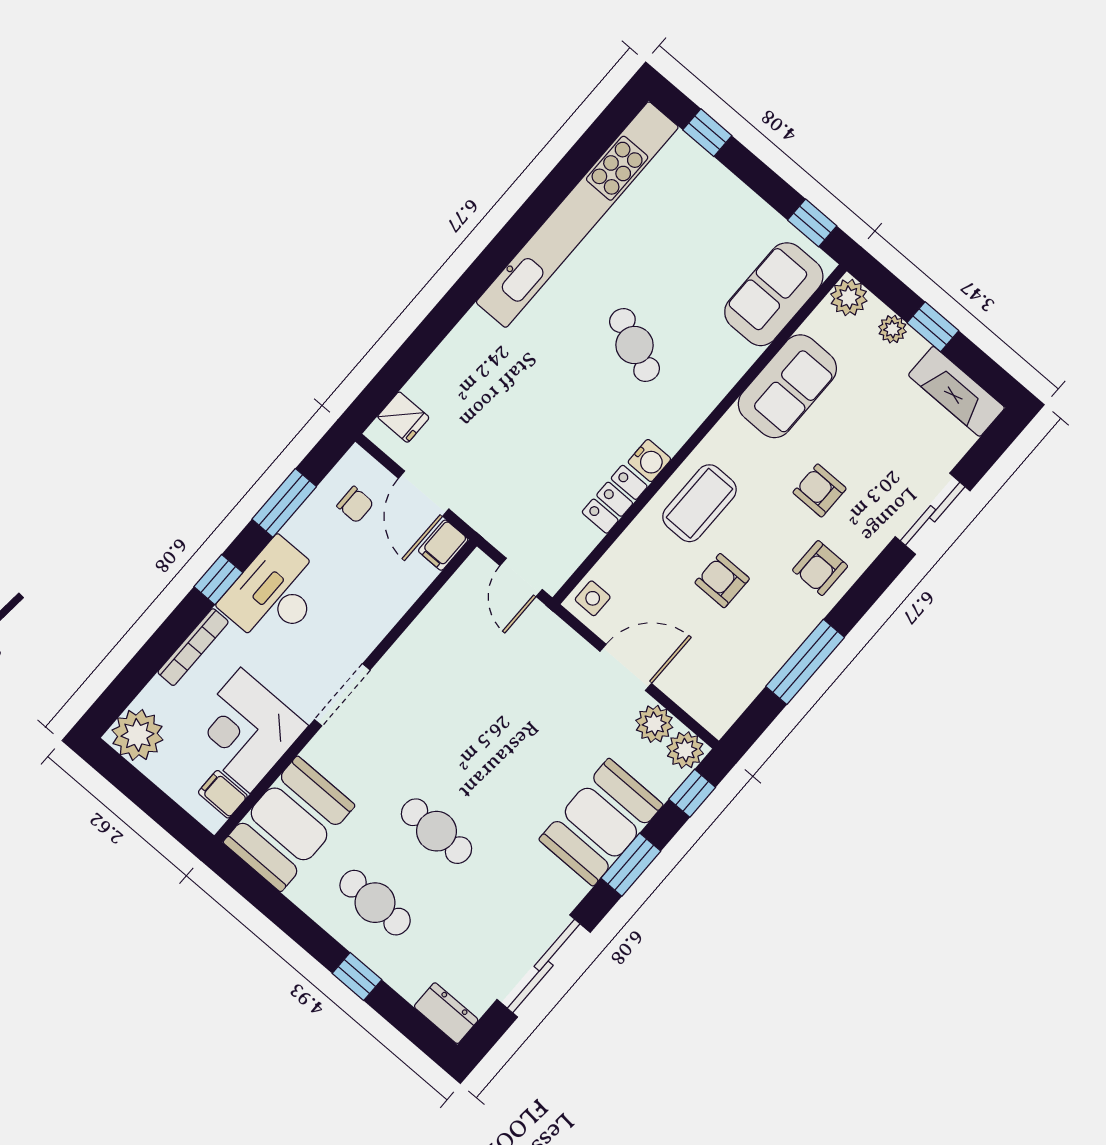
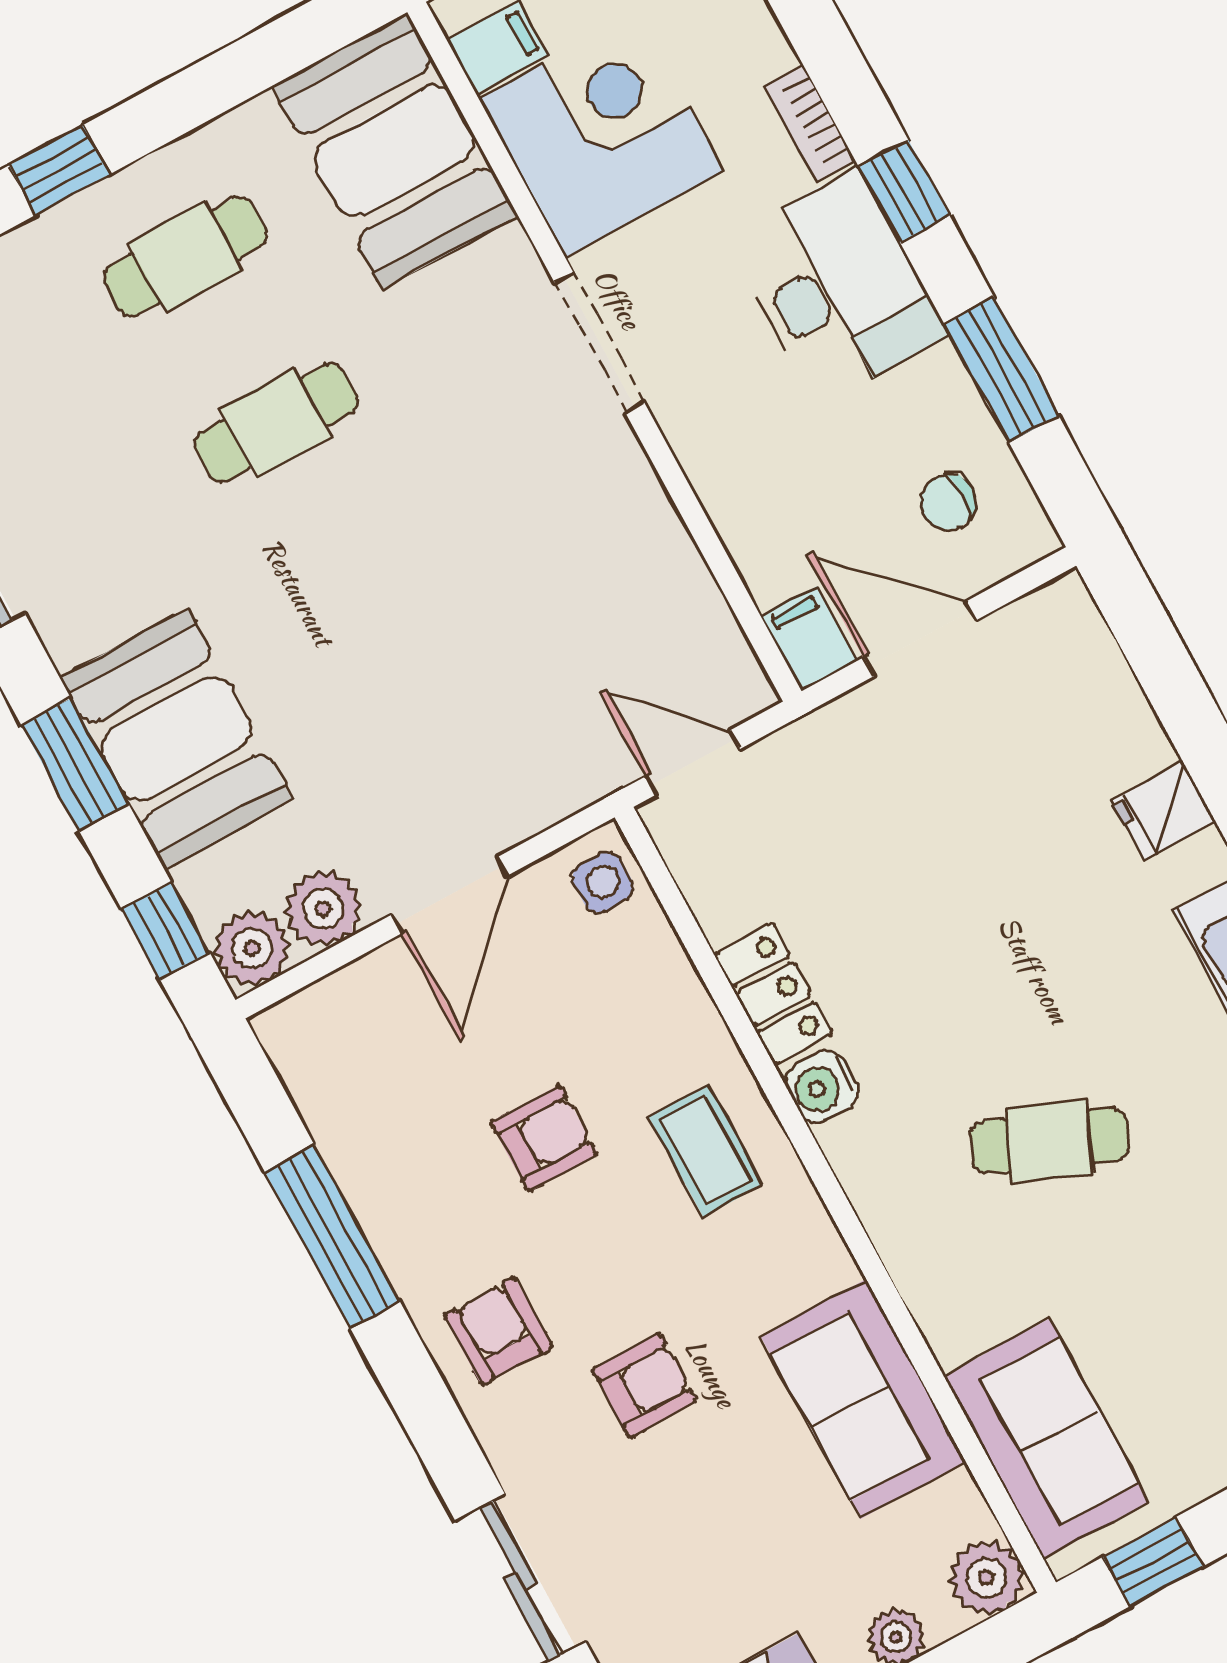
fridge: (403, 417) -> (1164, 811), moved
coffee table: (699, 503) -> (706, 1151), width x0.73, depth x0.77
bookcase: (193, 647) -> (810, 123), width x0.64

